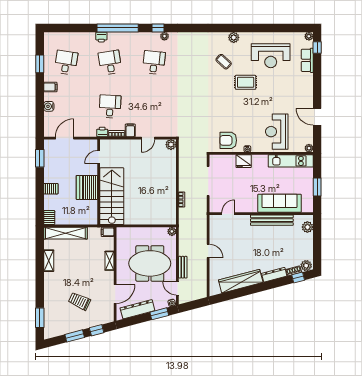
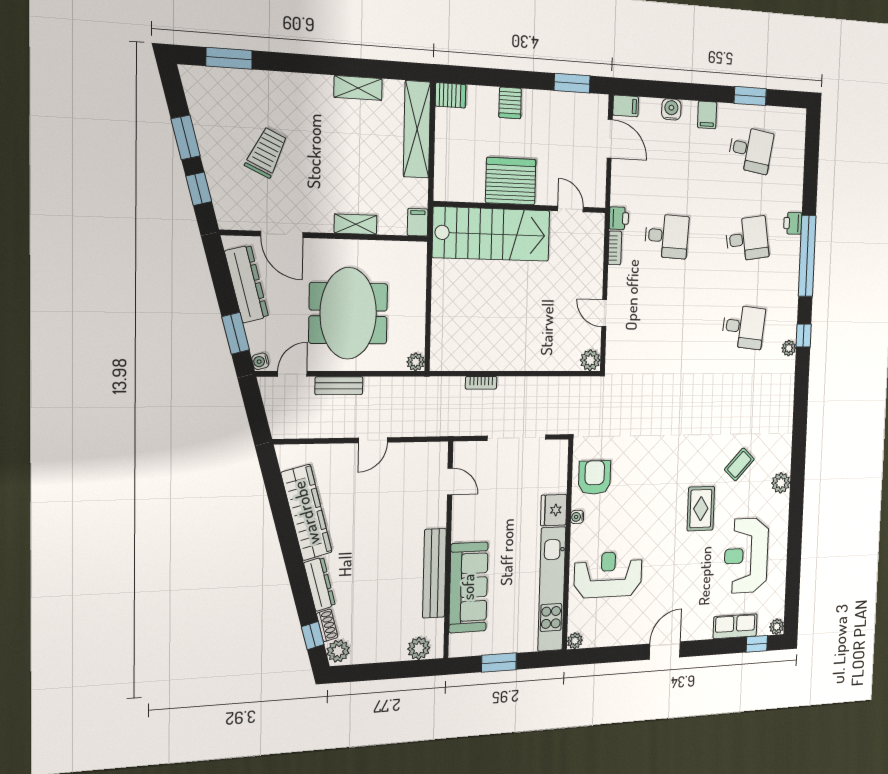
door: (317, 117) -> (665, 650), moved
filing cabinet: (130, 130) -> (626, 106), moved
kitchen unit: (291, 161) -> (552, 589), width x1.36

